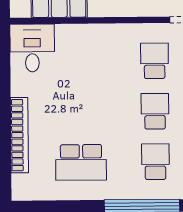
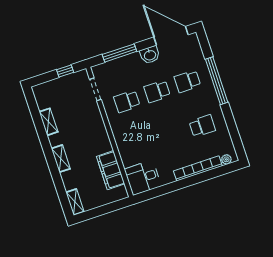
school desk: (81, 162) -> (202, 126), width x0.54
plant: (19, 182) -> (226, 159), added

